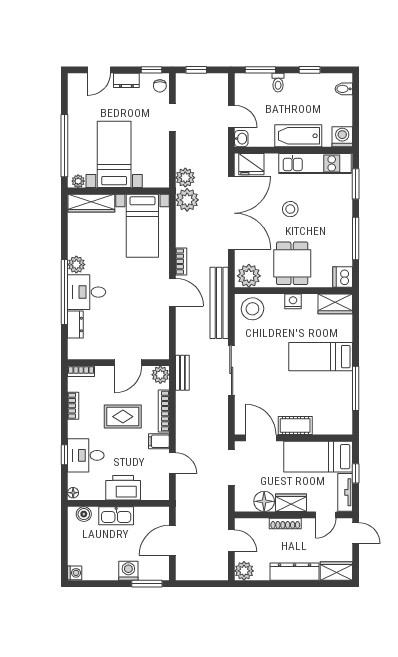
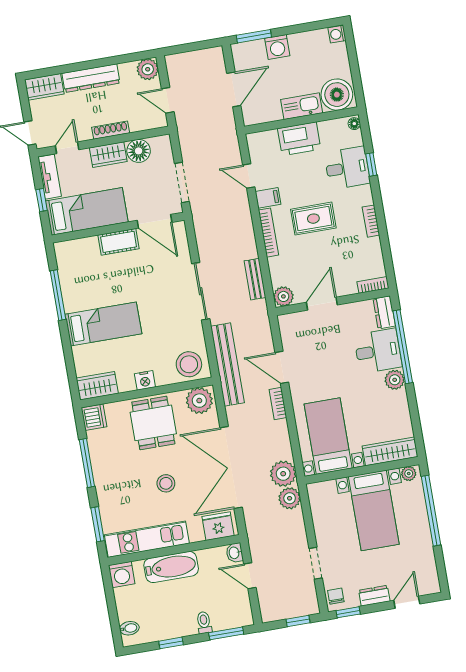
wall: (118, 363) -> (333, 302), moved
door: (128, 363) -> (322, 304), moved
bookcase: (81, 371) -> (373, 285), moved
plant: (160, 375) -> (283, 296), moved
boiler: (84, 514) -> (337, 95), width x1.86, depth x1.86

